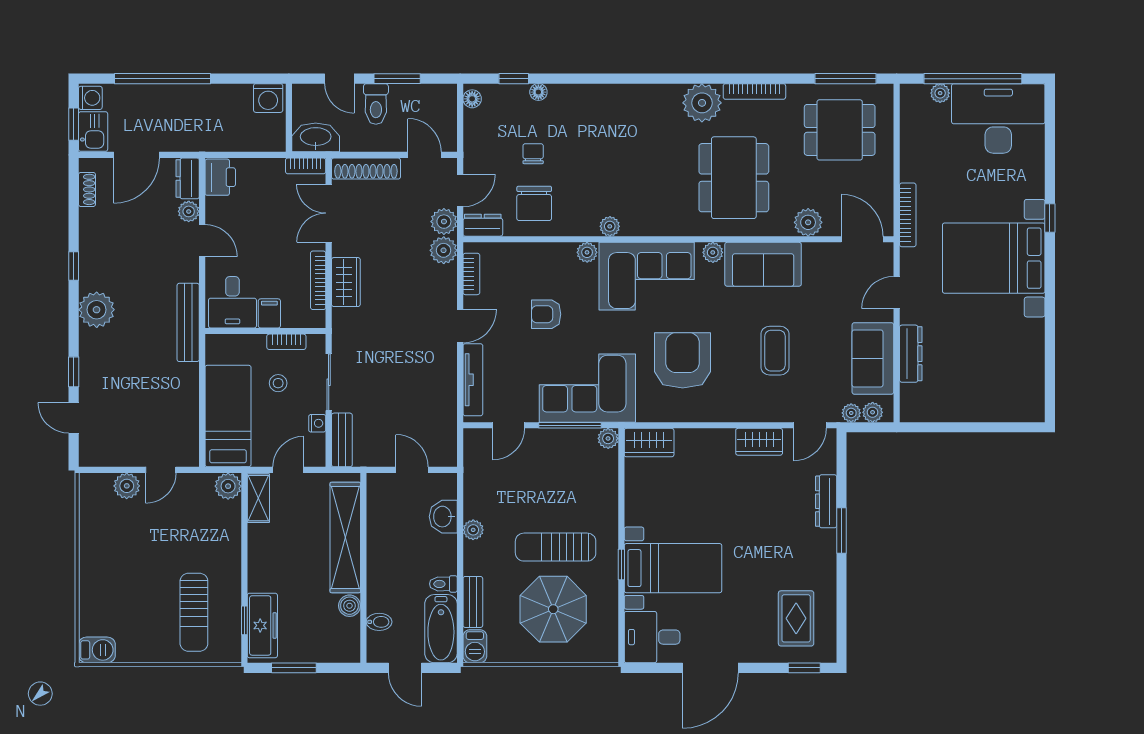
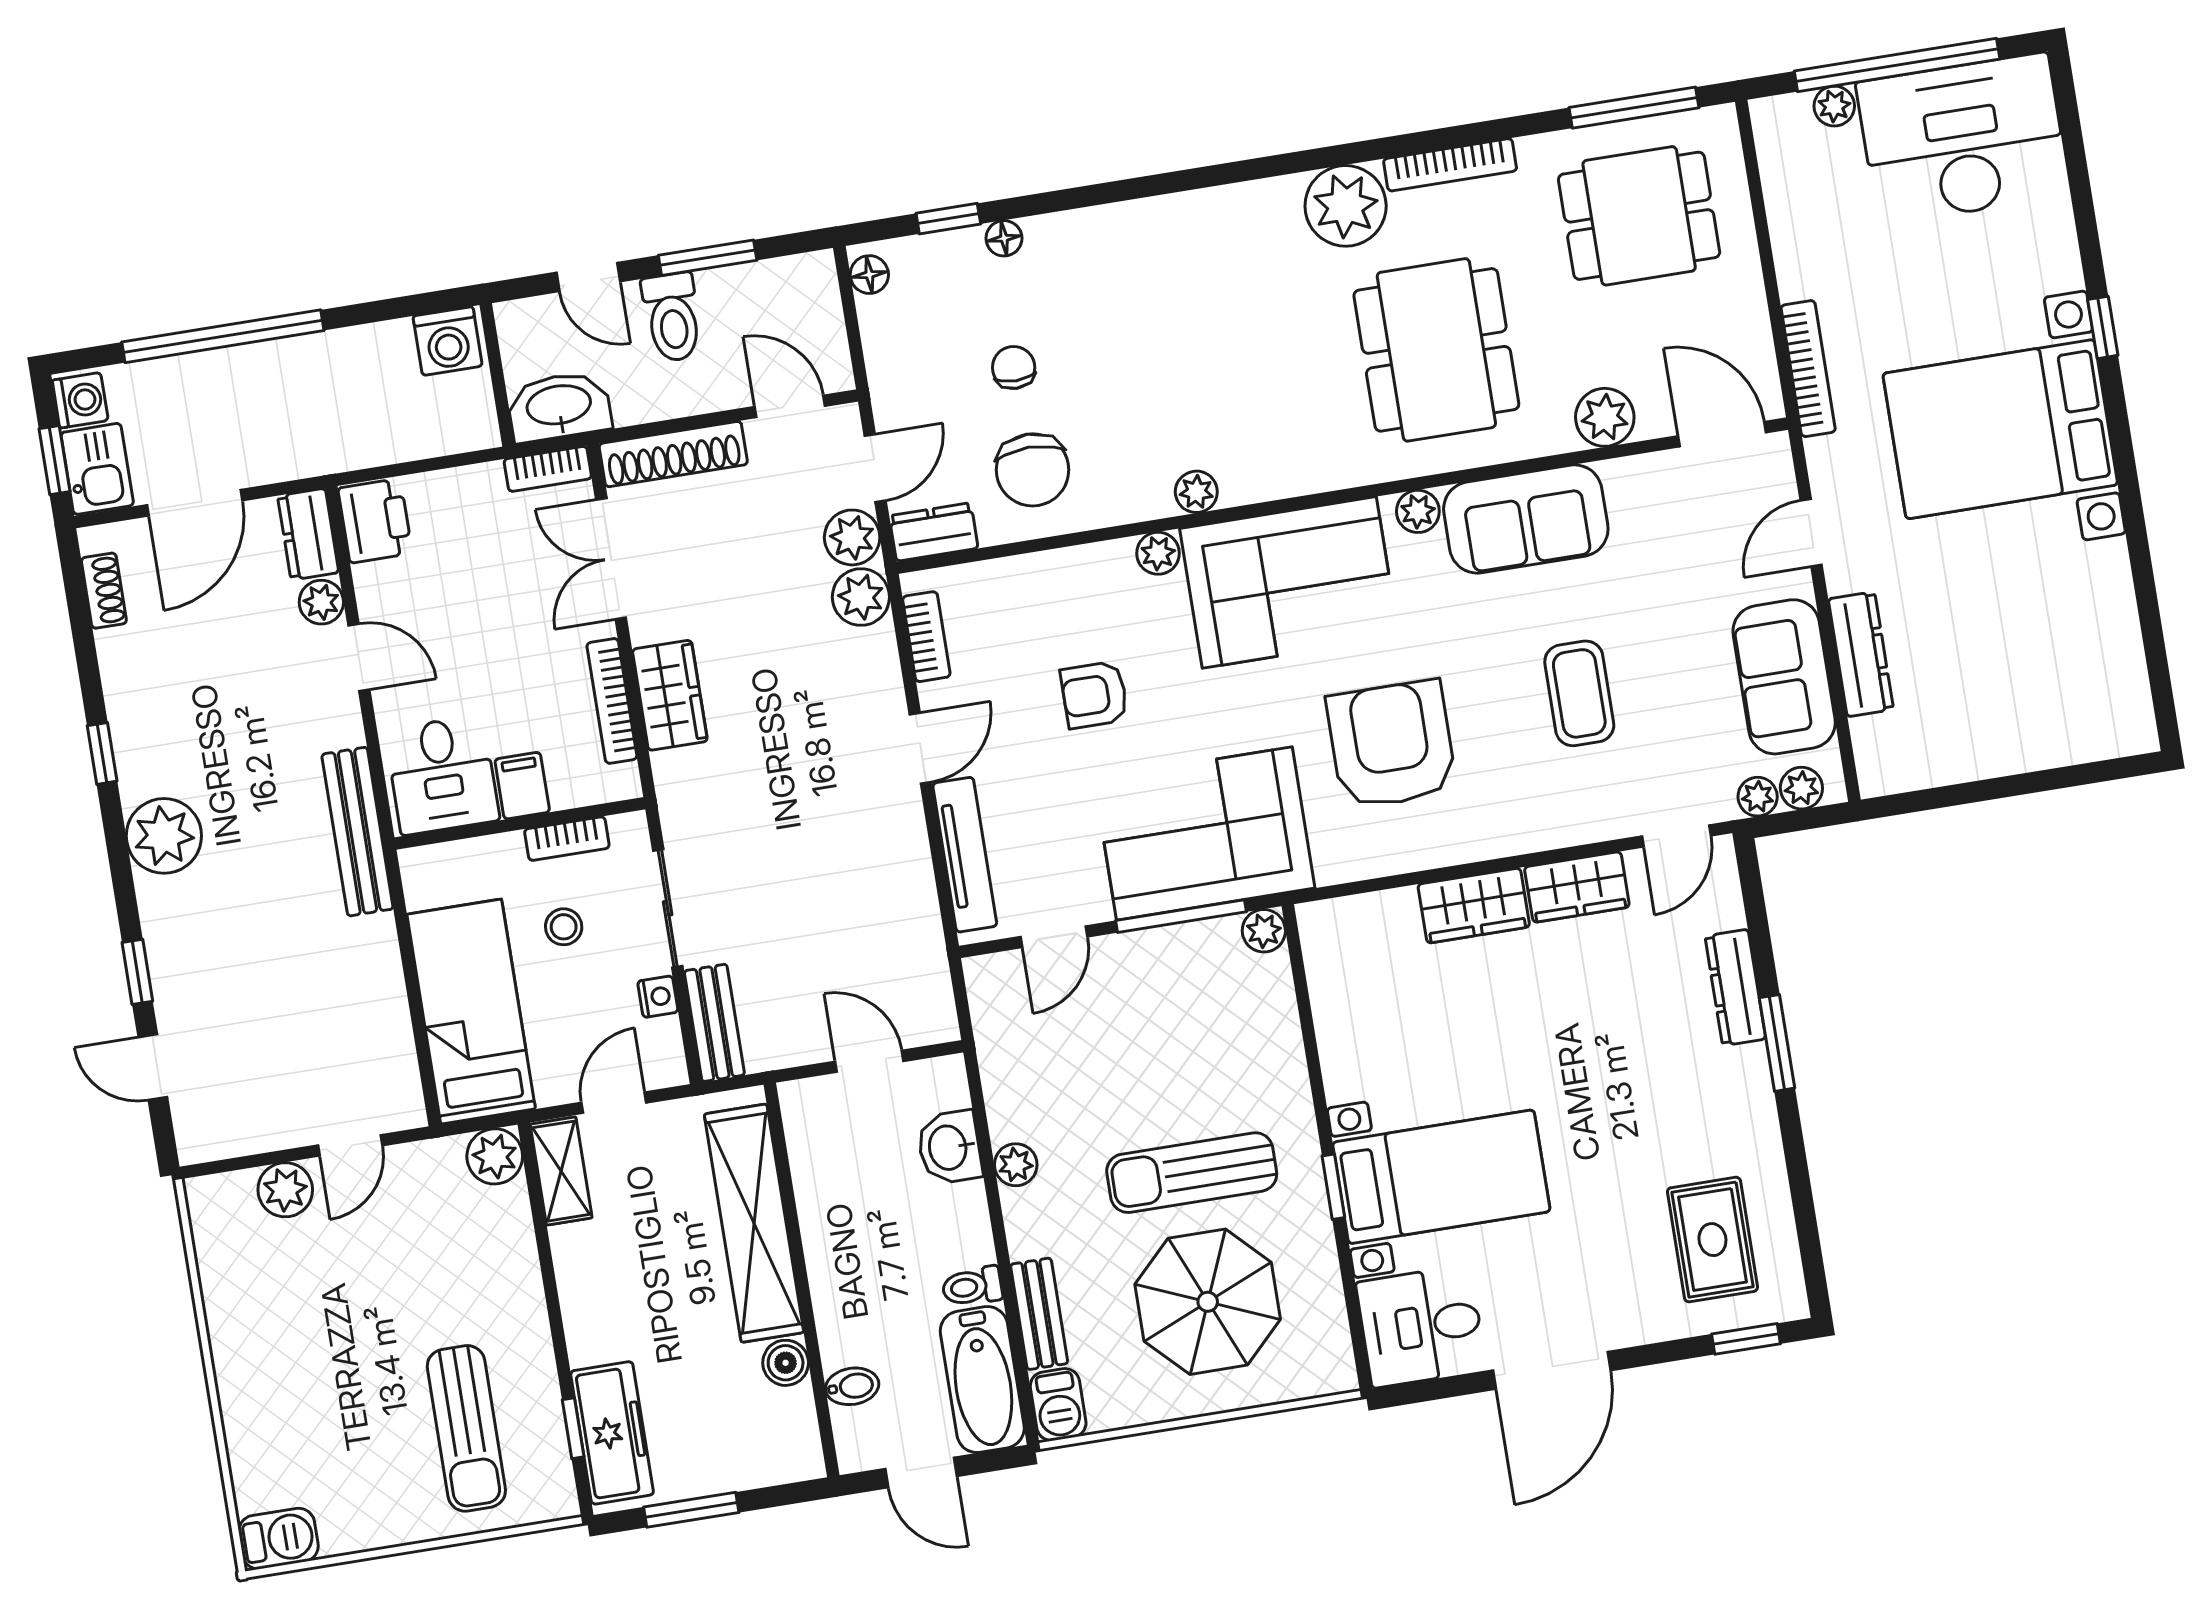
wardrobe: (649, 443) -> (1474, 906), moved

